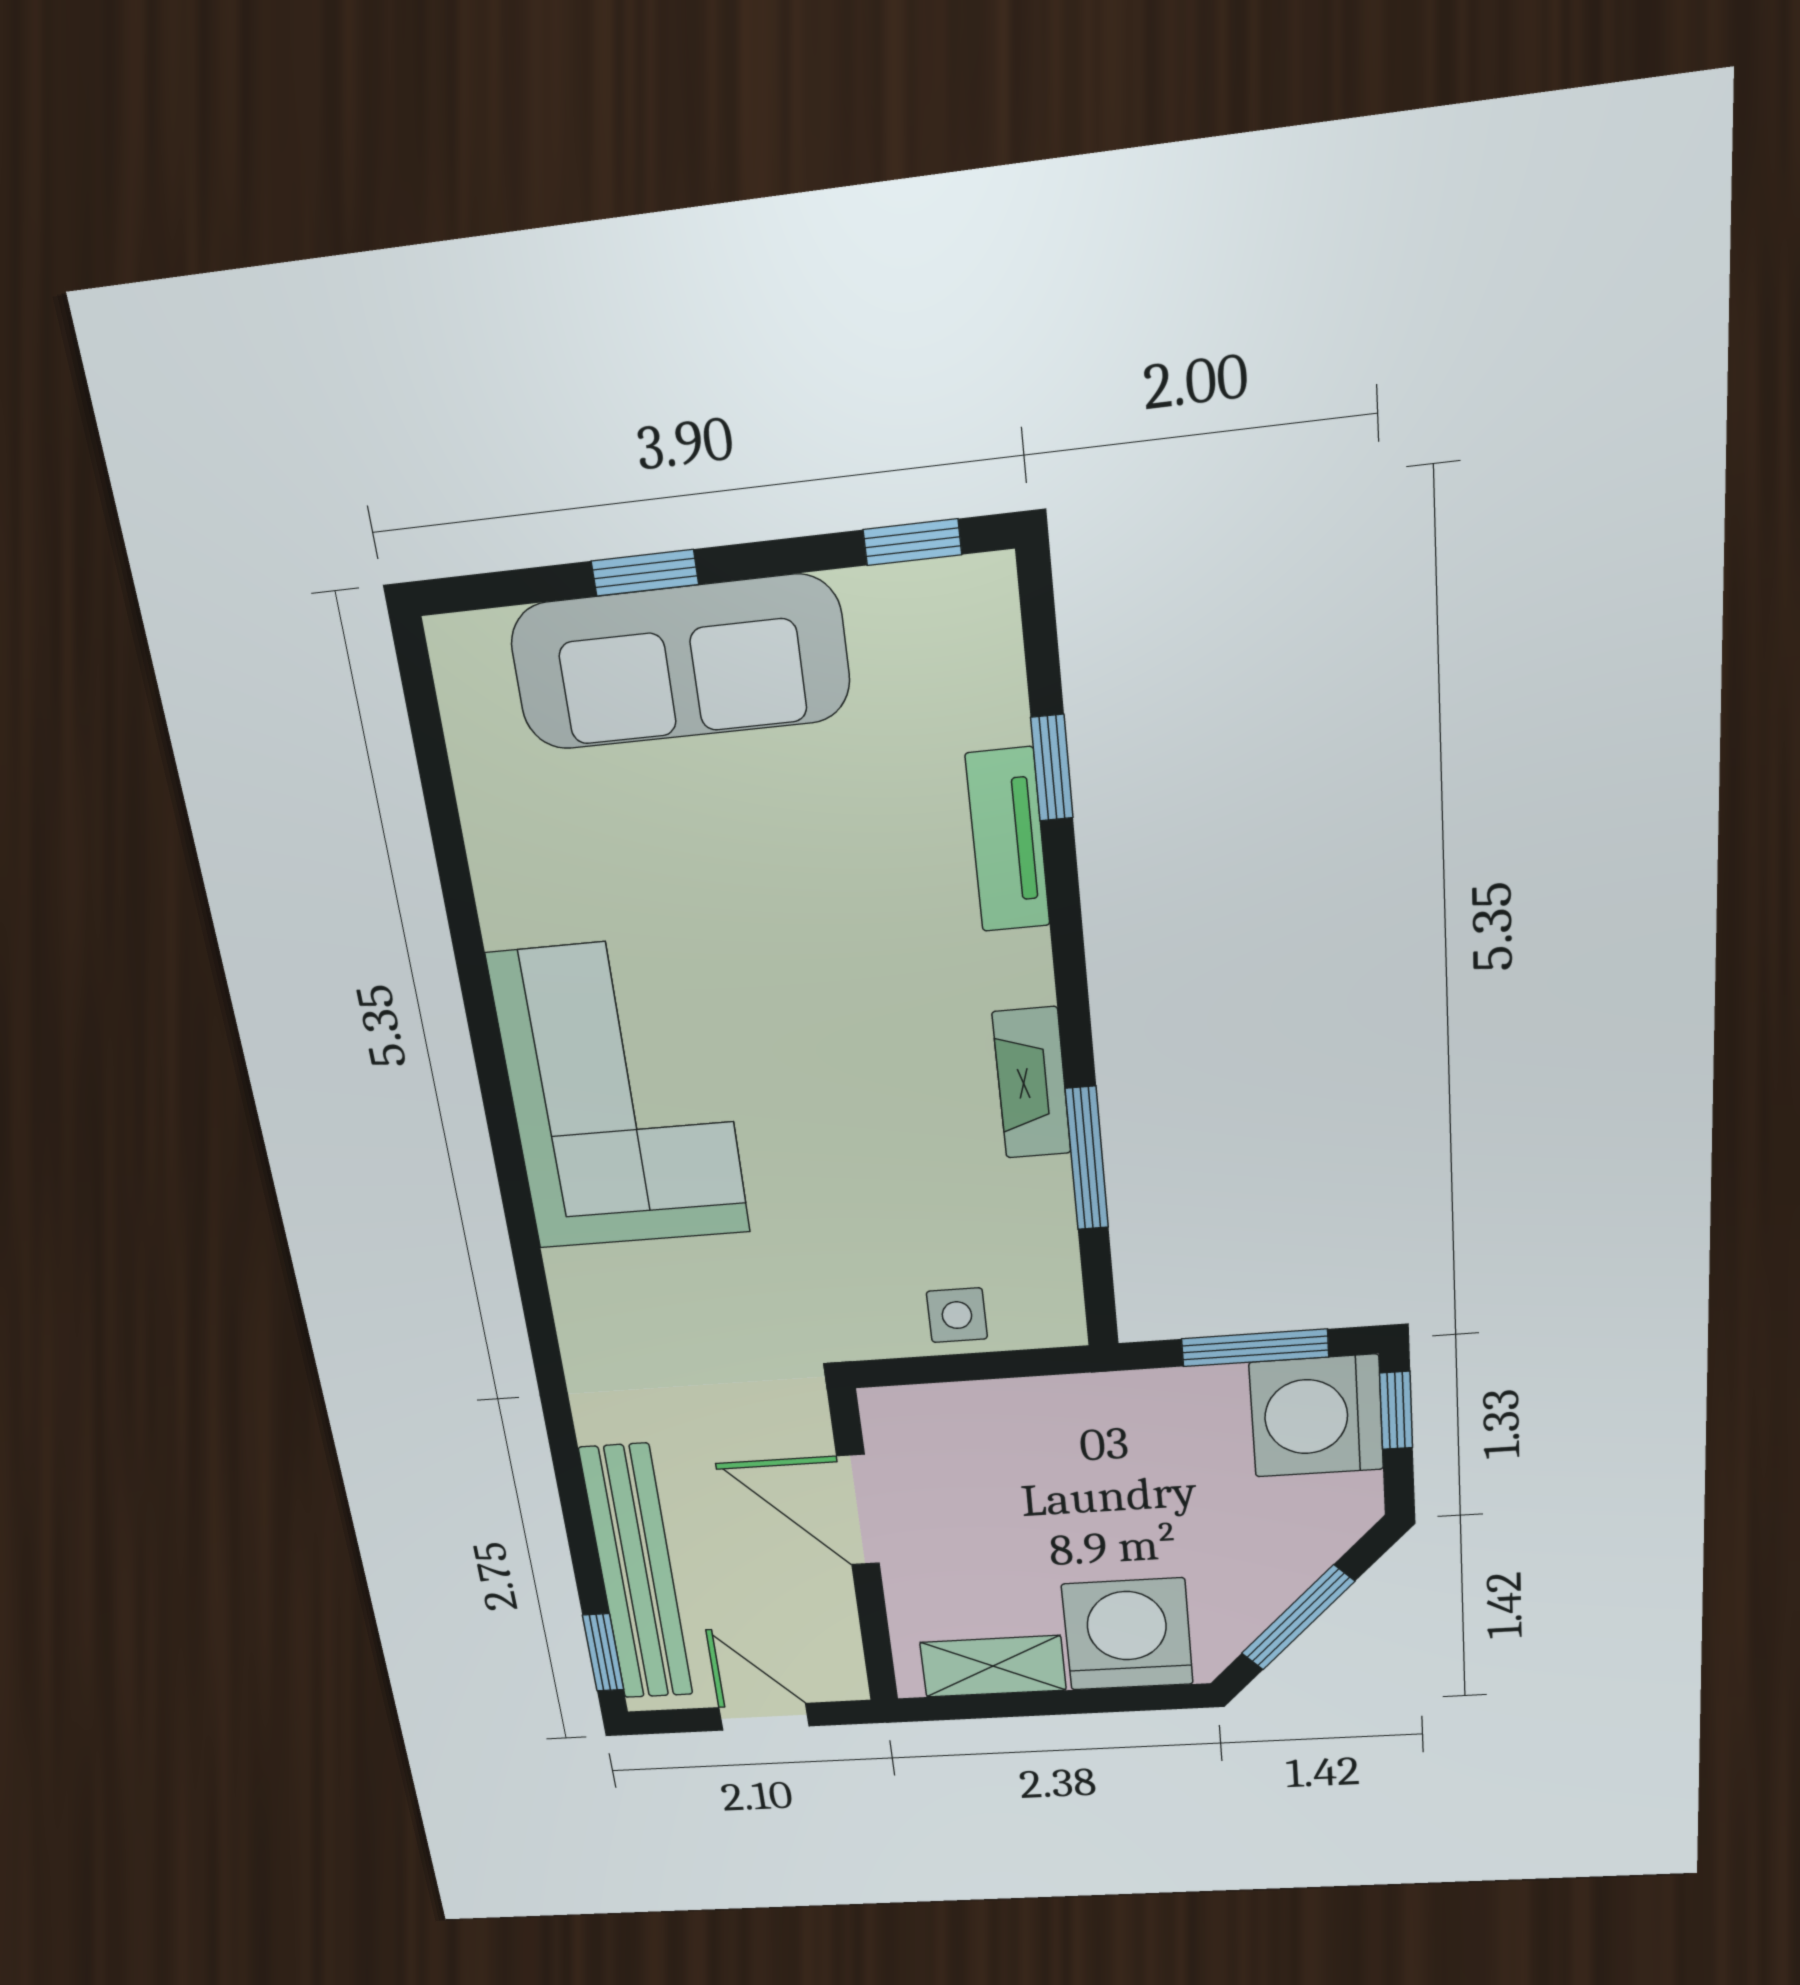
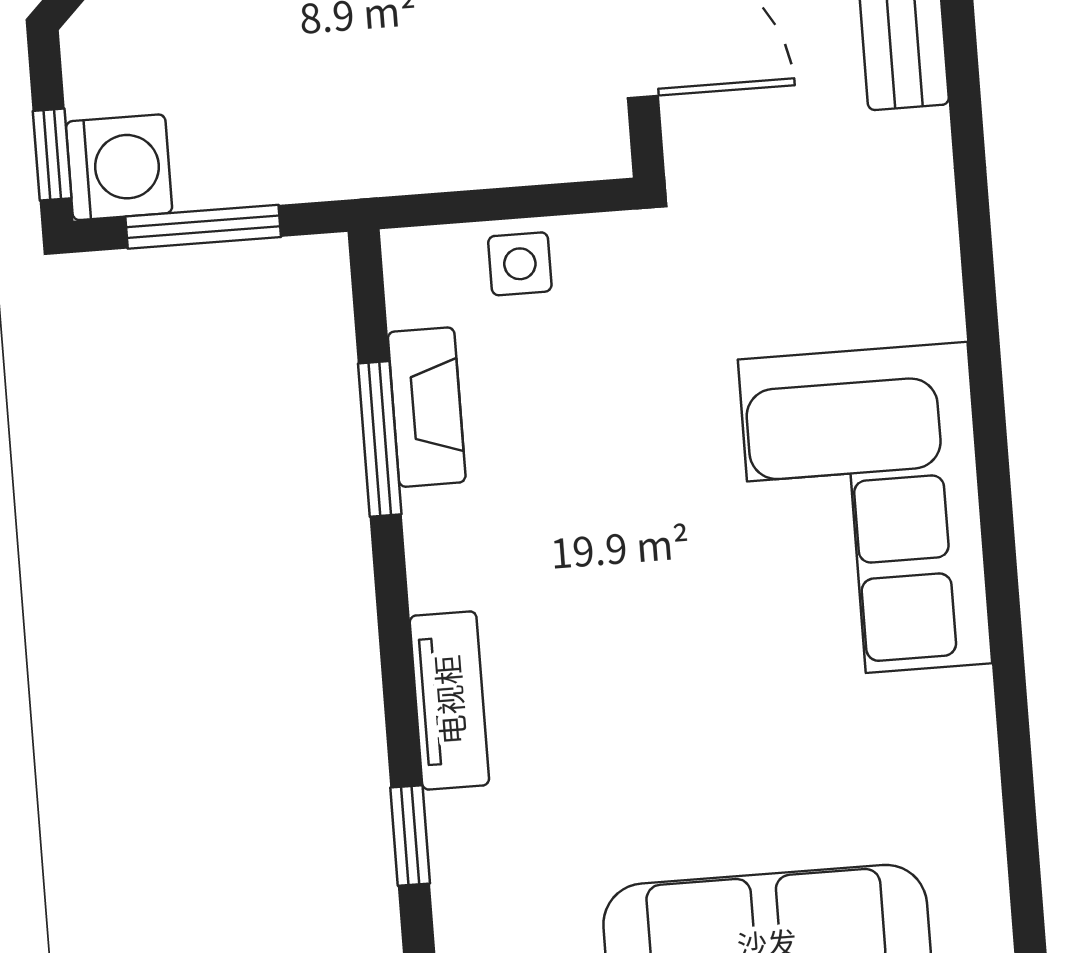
tv unit: (1008, 840) -> (449, 700), moved
fireplace: (1032, 1083) -> (427, 407), moved
washing machine: (1316, 1416) -> (119, 167), width x0.73, depth x0.73

